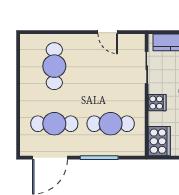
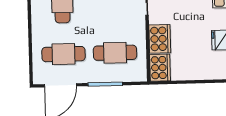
cooker: (157, 103) -> (160, 39), width x1.87, depth x1.31

